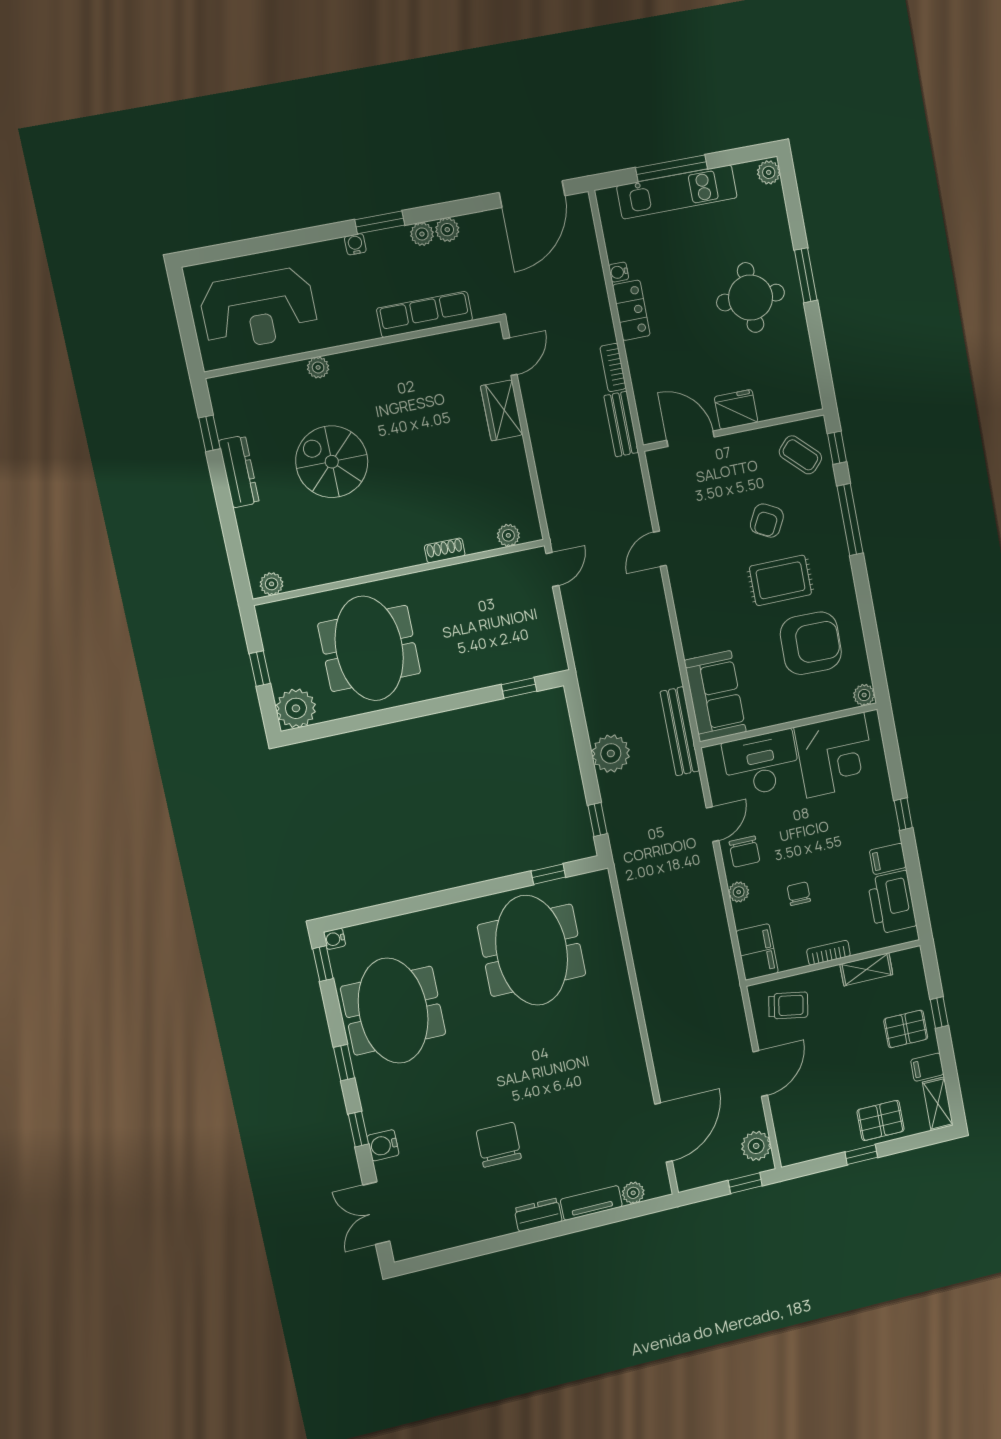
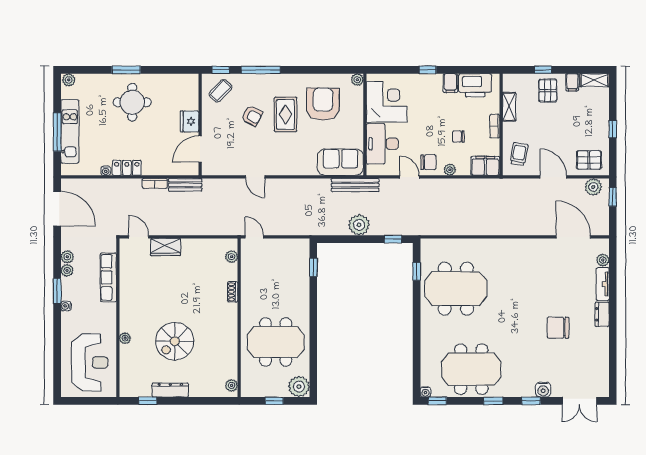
pallet: (881, 1120) -> (589, 160), moved, turned 90

